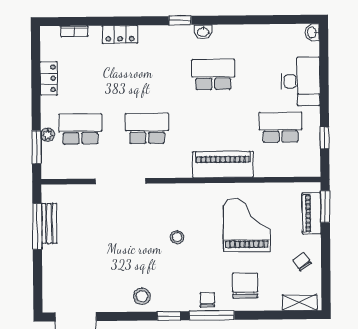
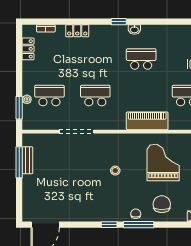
locker: (49, 78) -> (28, 49), moved
stool: (142, 296) -> (91, 211), removed

